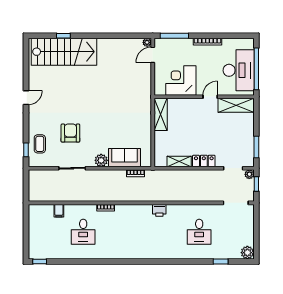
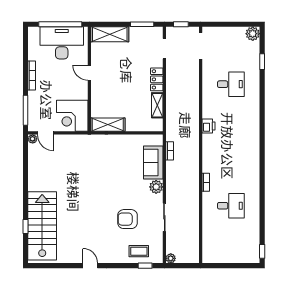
corner desk: (181, 80) -> (72, 116), moved
shelving: (236, 105) -> (110, 34), moved, turned 90
plant: (249, 174) -> (171, 258), moved
filing cabinet: (59, 211) -> (209, 231), removed

